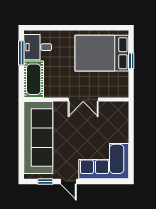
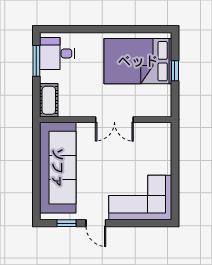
cot: (34, 79) -> (49, 100), width x0.73, depth x0.75

